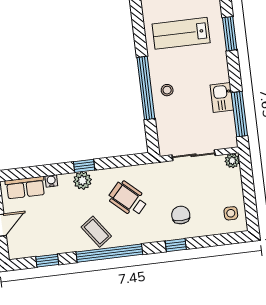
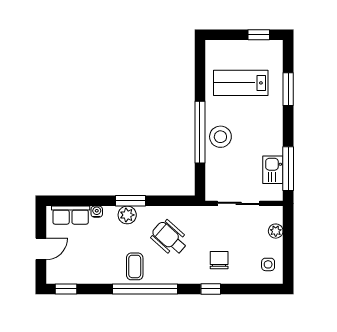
stool: (167, 90) -> (220, 137), width x1.89, depth x1.89
kitchen sink: (222, 97) -> (273, 170), moved
plant: (232, 161) -> (276, 231), moved
window: (84, 166) -> (130, 201), width x1.50
coffee table: (96, 232) -> (135, 266), turned 36
window: (47, 261) -> (66, 289), moved

